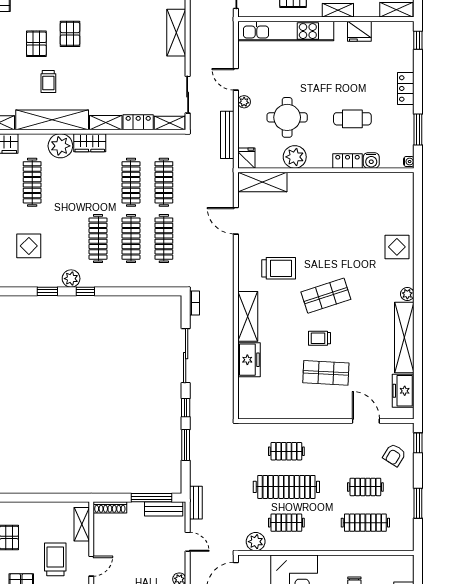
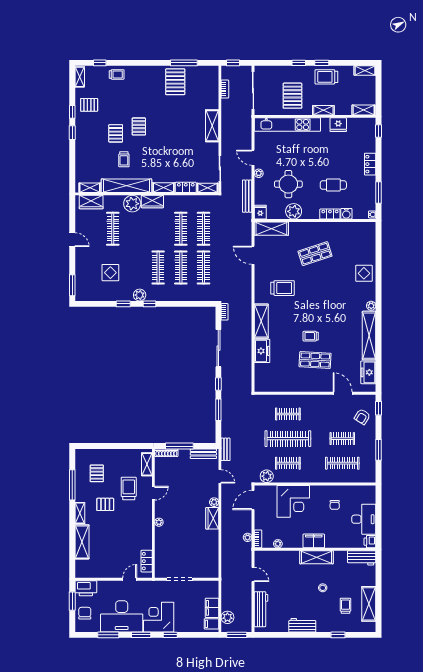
shop shelf: (326, 296) -> (315, 254), moved
window: (151, 498) -> (179, 446), moved

